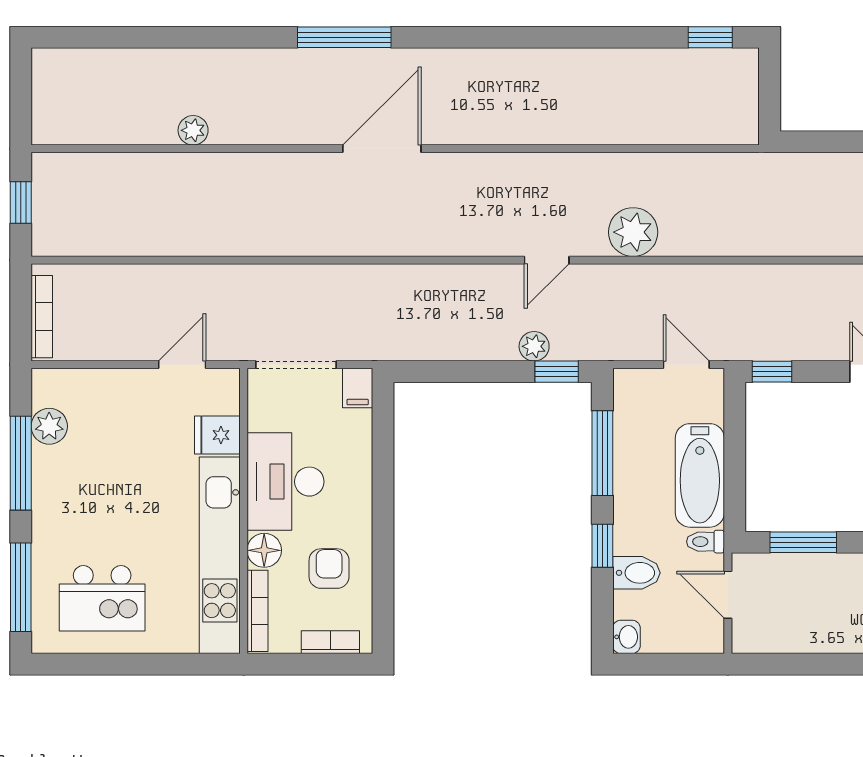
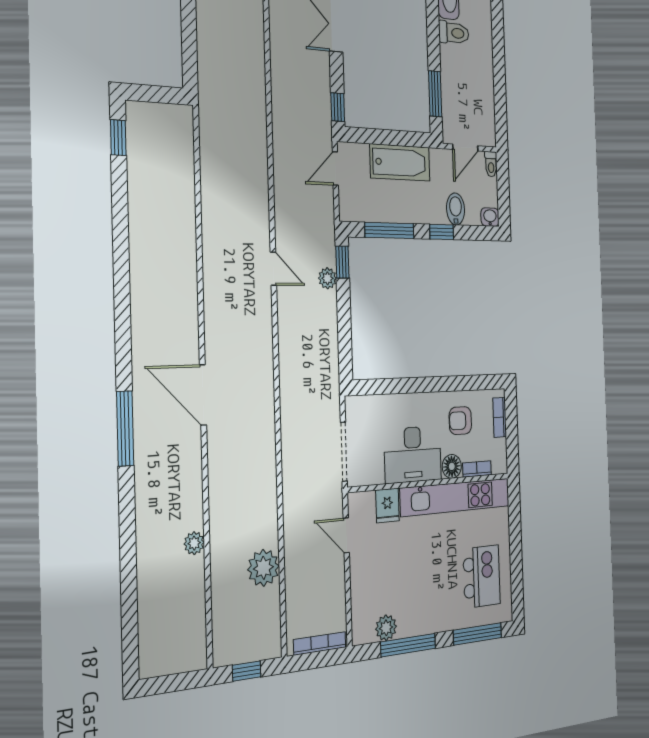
plant: (633, 232) -> (263, 568), moved
filing cabinet: (358, 388) -> (357, 406), removed
toilet: (706, 542) -> (491, 164), moved
bookcase: (258, 611) -> (477, 469), width x0.64

